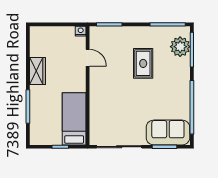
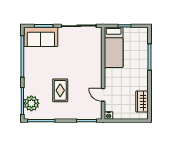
wardrobe: (37, 71) -> (142, 101), moved

